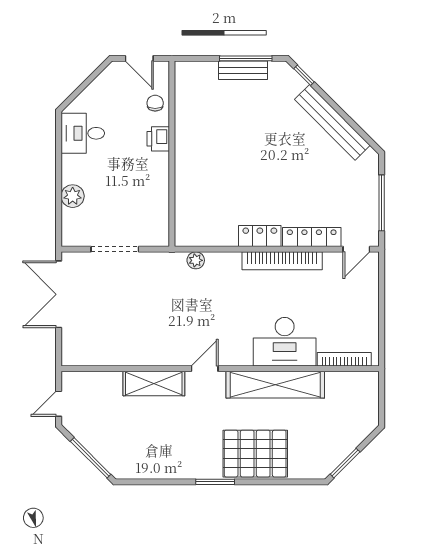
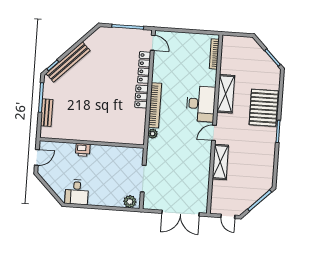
bench: (243, 70) -> (47, 113), moved
chair: (155, 103) -> (63, 150), removed
bench: (332, 122) -> (68, 62), moved
plant: (73, 196) -> (130, 202), moved
bookcase: (282, 261) -> (155, 105), moved
double door: (59, 294) -> (181, 213), moved
desk: (285, 342) -> (201, 104), moved
door: (205, 369) -> (214, 133), hinge flipped
shelving: (275, 385) -> (226, 94), width x0.68

